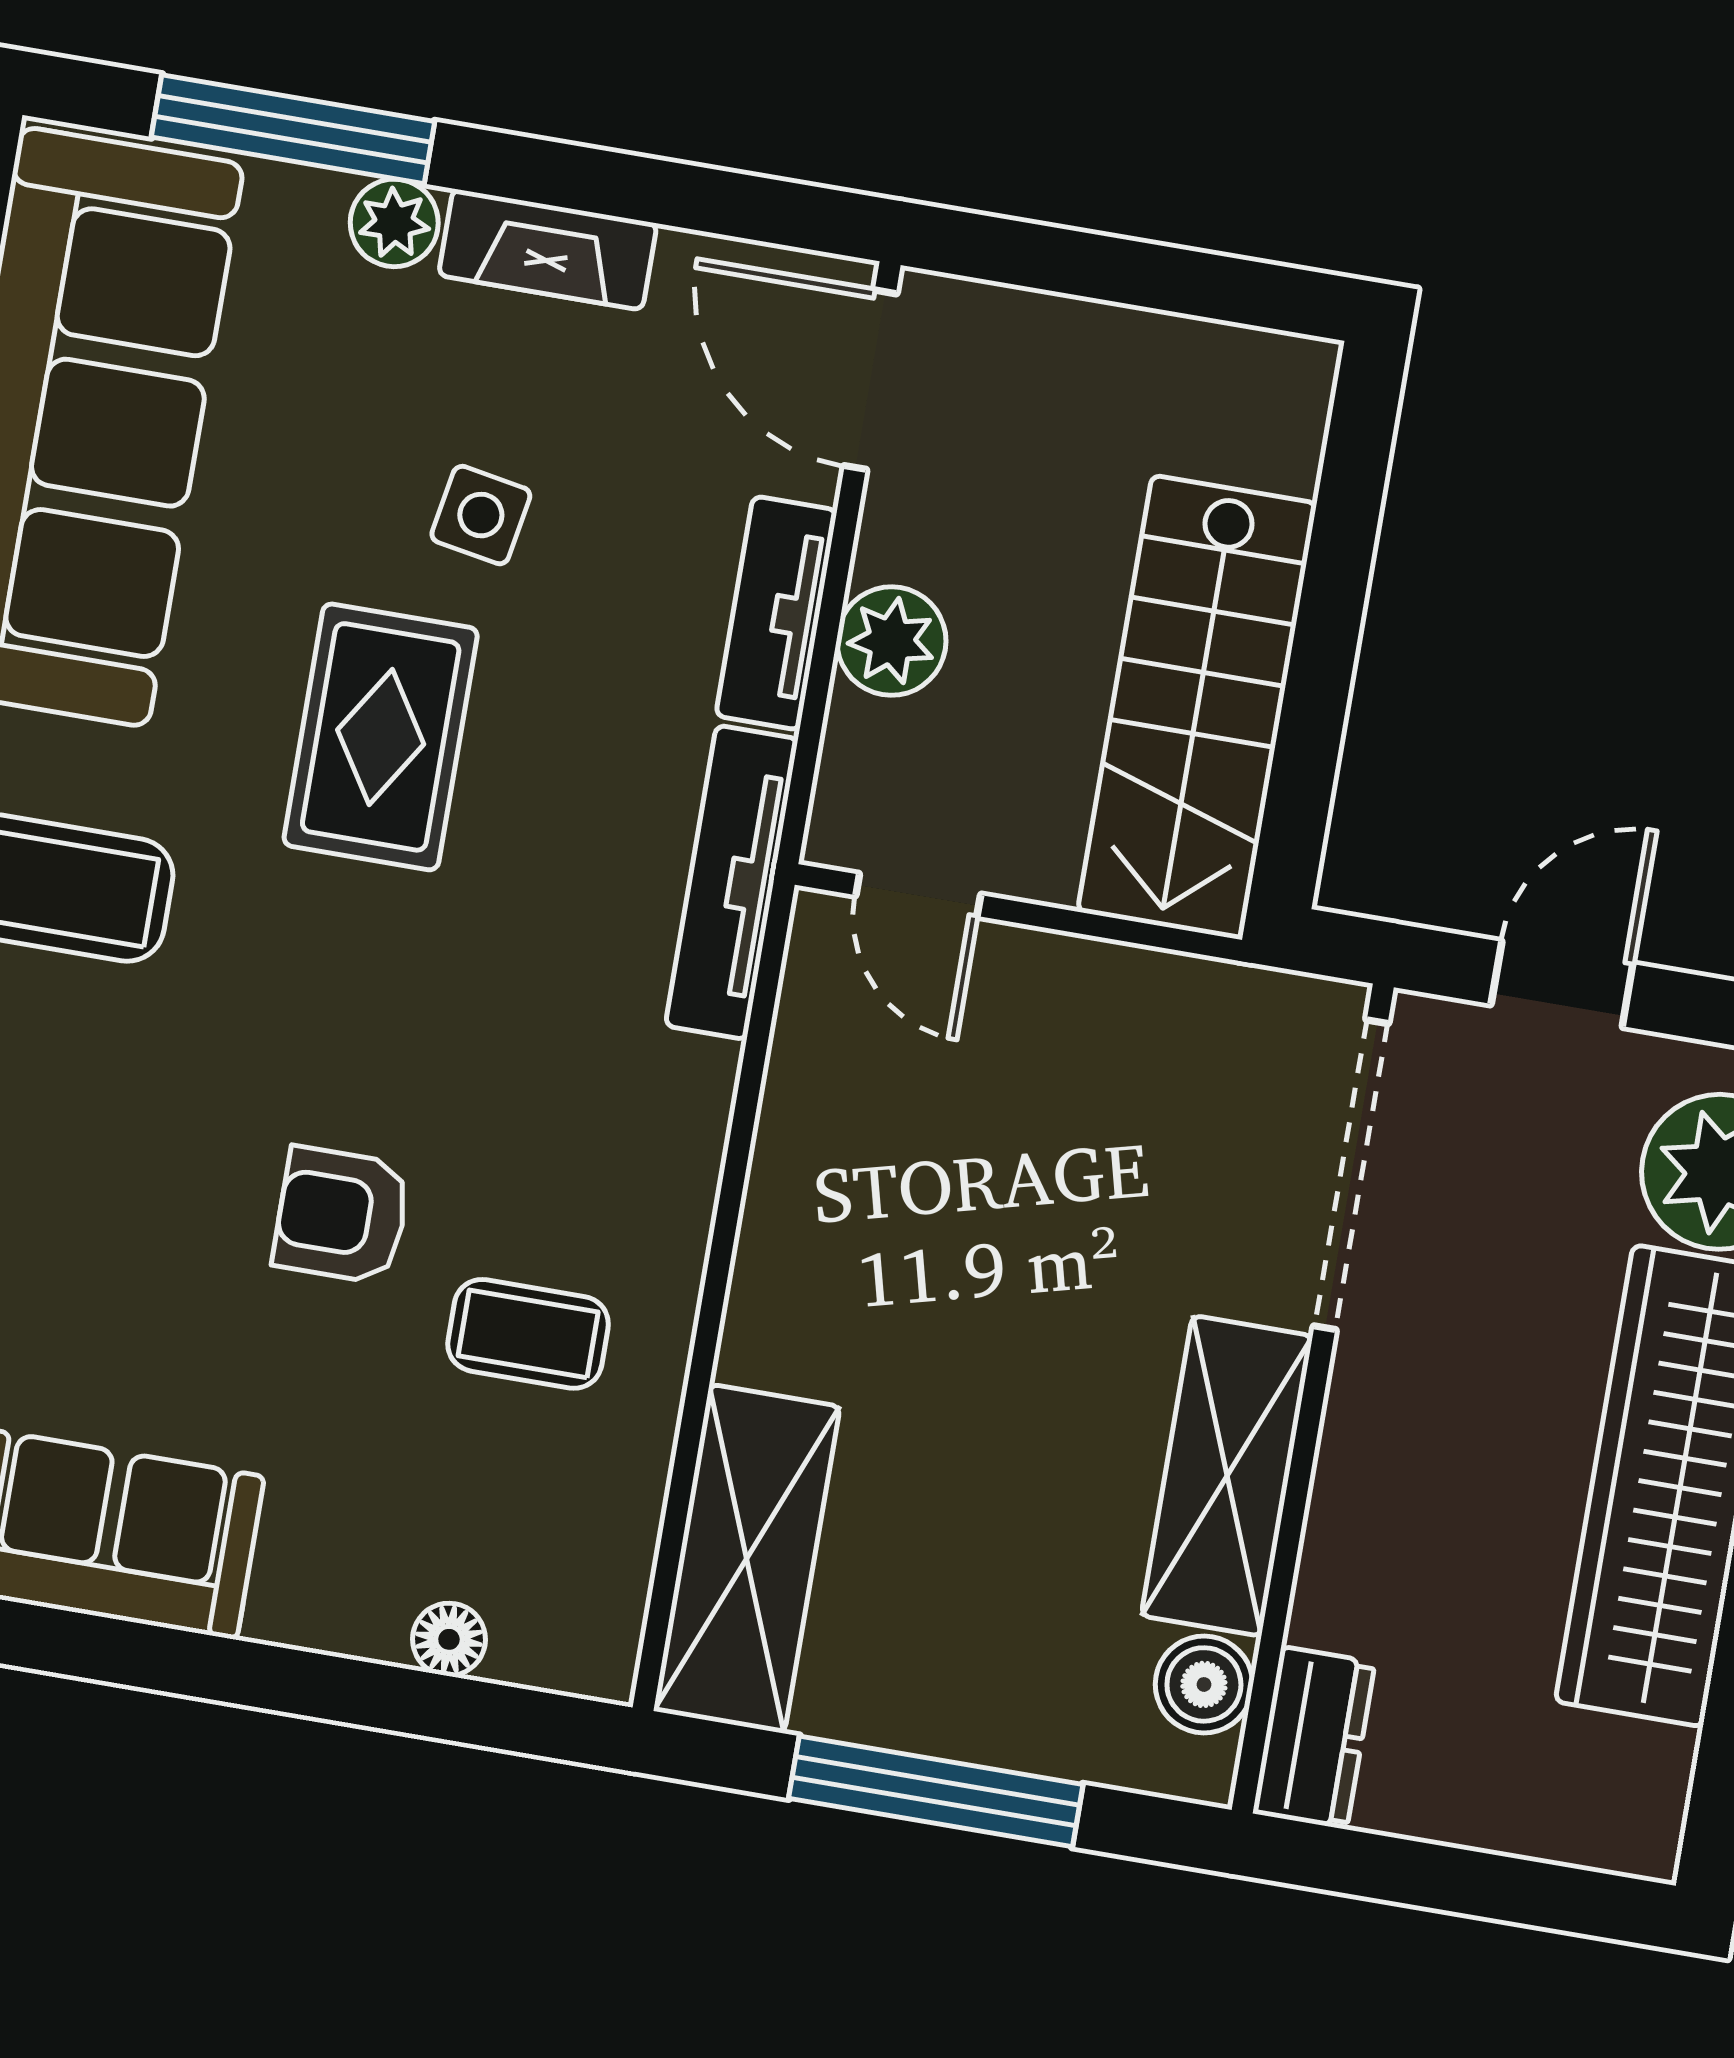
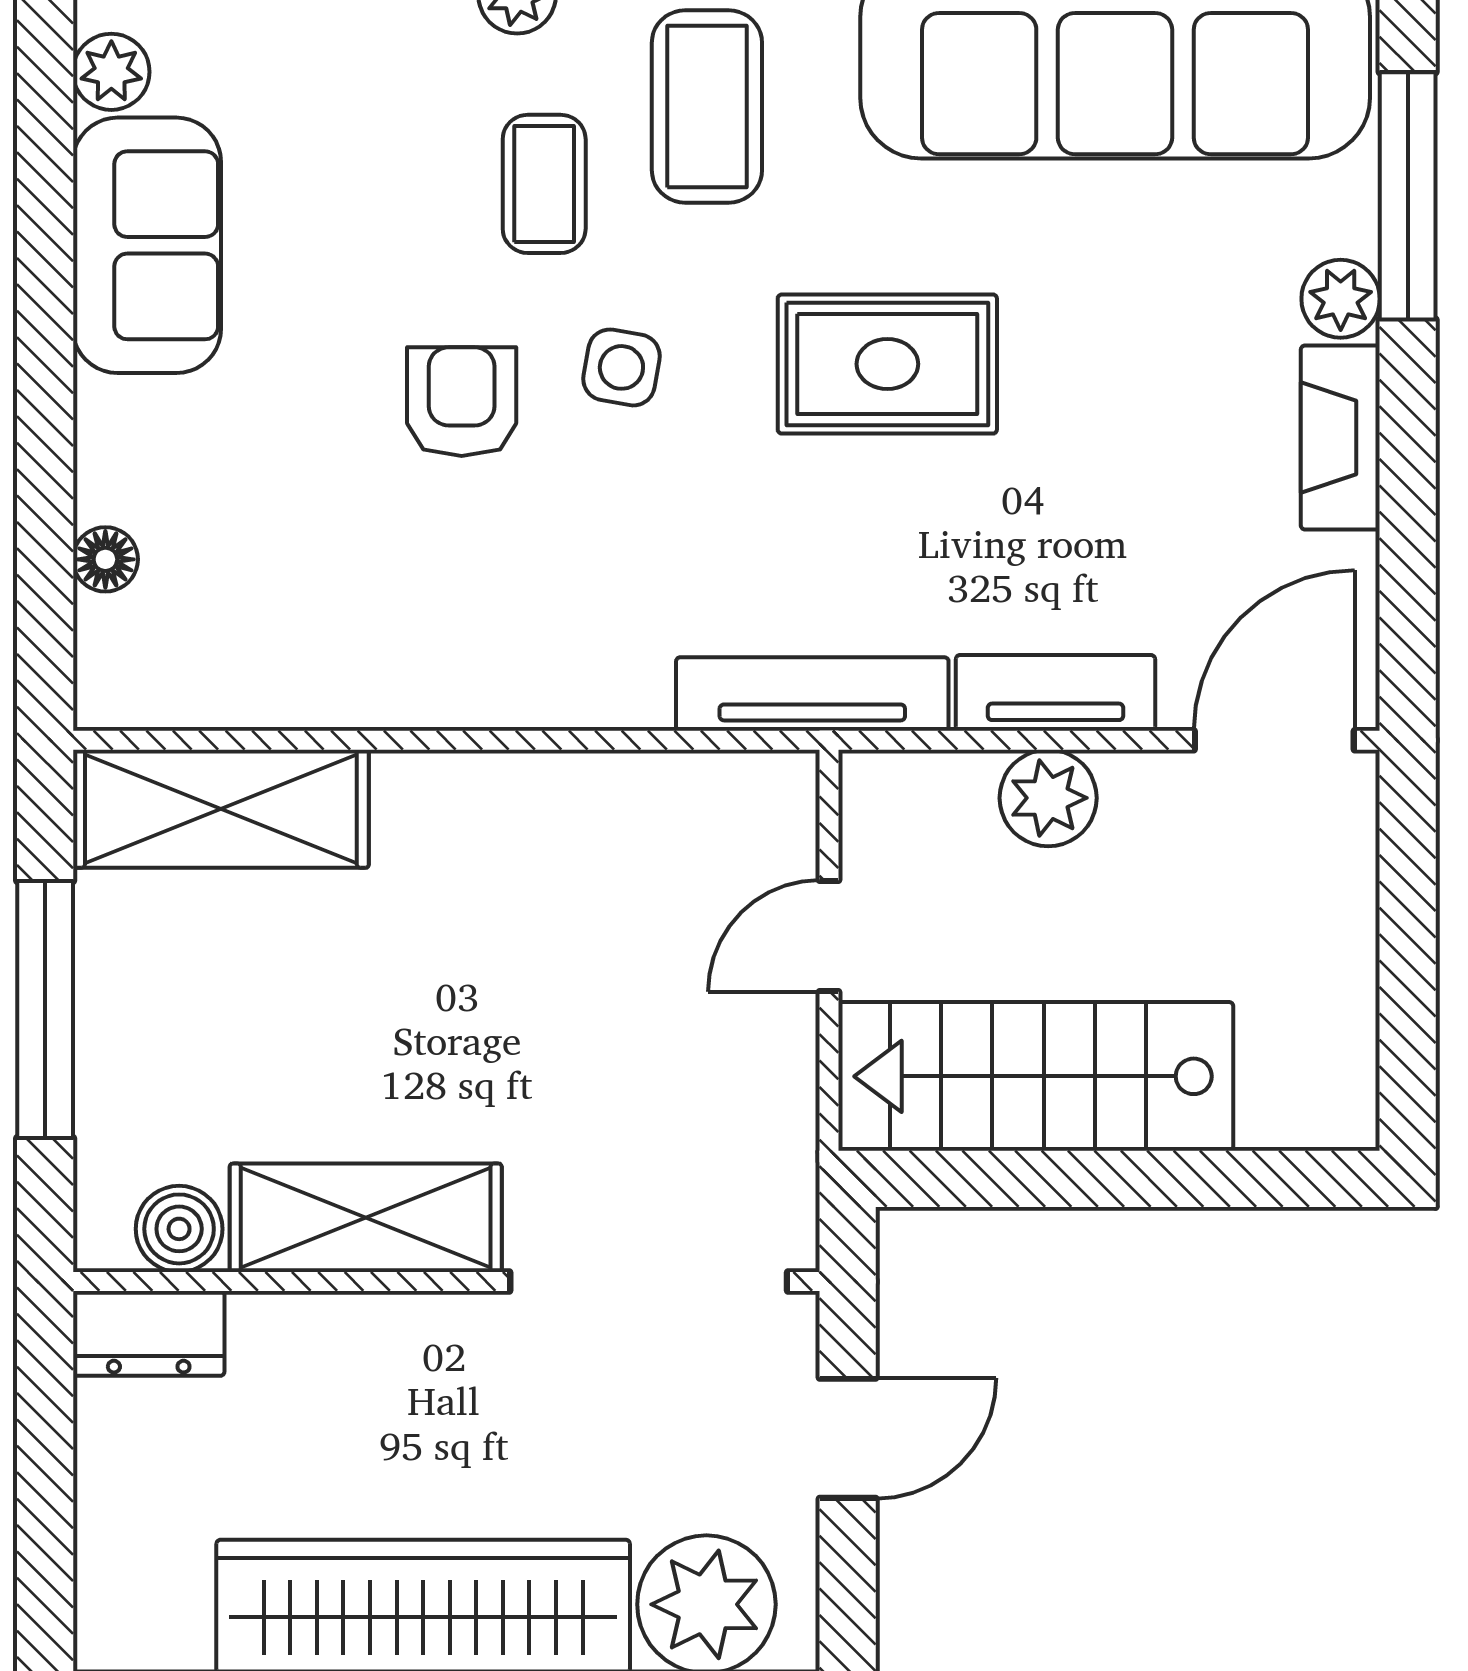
side table: (481, 515) -> (621, 367), moved
door: (918, 895) -> (829, 936), moved
door: (1562, 984) -> (848, 1438), hinge flipped
coffee table: (528, 1334) -> (544, 184), moved

